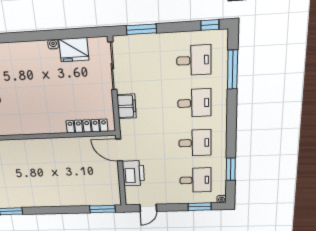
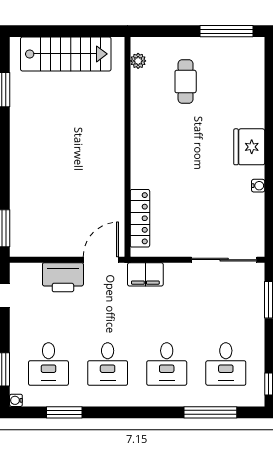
fridge: (74, 50) -> (249, 147), moved
filing cabinet: (127, 106) -> (145, 274), moved

